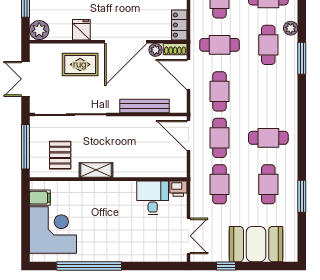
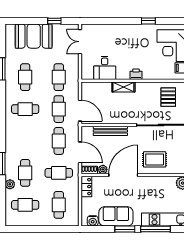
fridge: (81, 30) -> (154, 183), removed
shelving: (96, 170) -> (123, 87), moved
printer: (178, 189) -> (136, 74), moved
window: (89, 266) -> (148, 21), width x0.32

